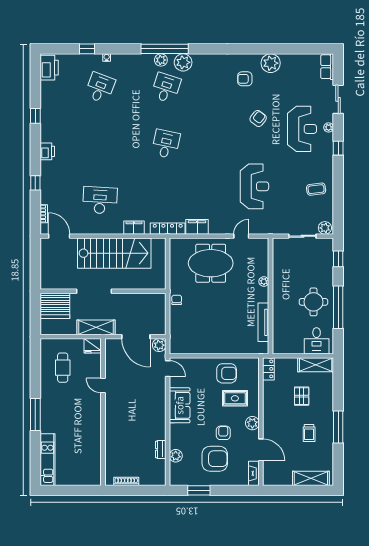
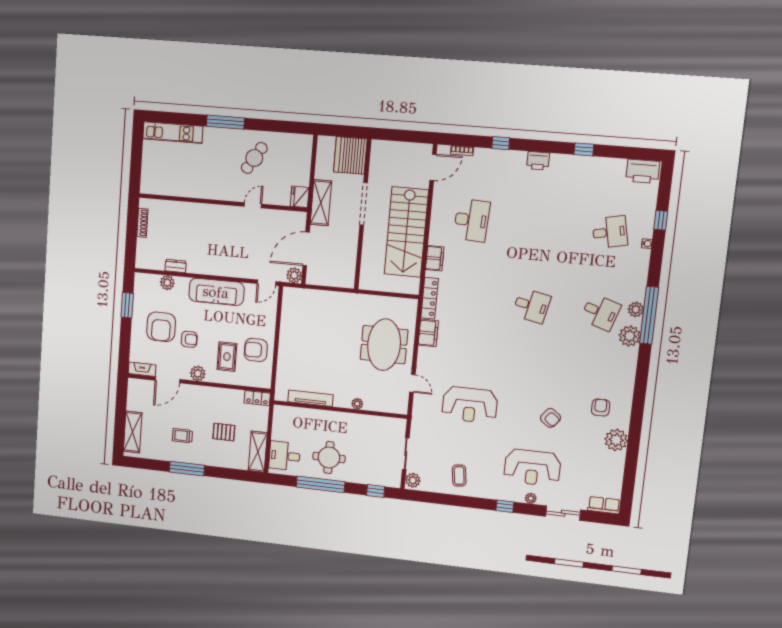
desk: (100, 88) -> (610, 232), turned -33
chair: (177, 300) -> (345, 301), removed
cafe table: (63, 368) -> (254, 158), moved, turned -58
armchair: (227, 373) -> (256, 350), turned 90
sofa: (180, 405) -> (216, 292), width x1.36

